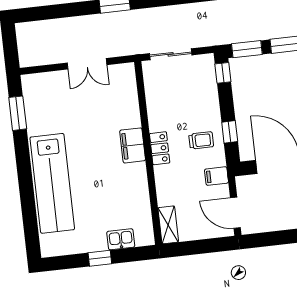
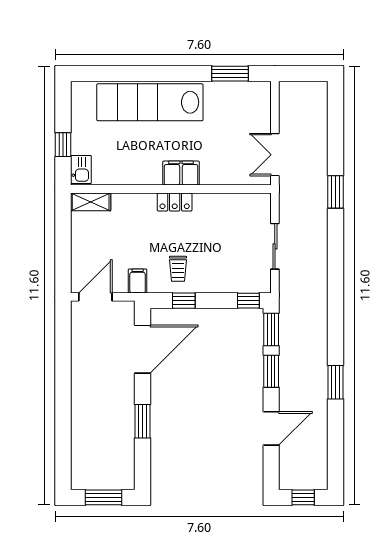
filing cabinet: (133, 145) -> (181, 173), moved
locker: (160, 148) -> (175, 202), moved
wall: (148, 153) -> (171, 189), moved
shelving: (168, 225) -> (91, 202), moved

